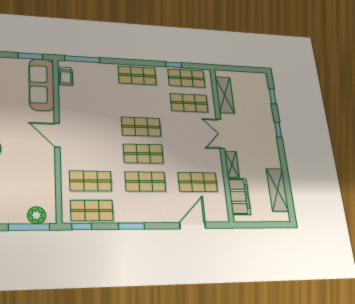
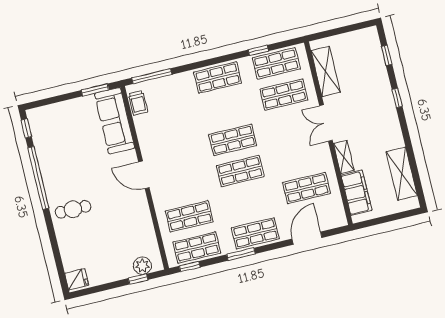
shop shelf: (145, 181) -> (255, 233), moved
window: (29, 227) -> (138, 279), width x0.46

